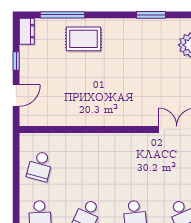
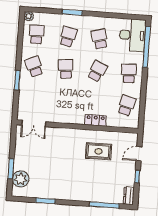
rug: (84, 39) -> (98, 151), moved
locker: (85, 141) -> (96, 120), added

